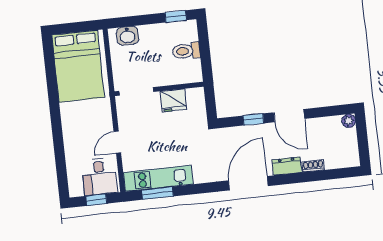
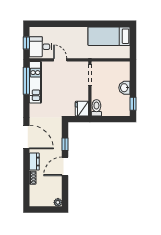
washbasin: (127, 36) -> (124, 88), moved
toilet: (186, 51) -> (96, 108), moved
bed: (78, 66) -> (109, 36), width x0.67
fridge: (173, 100) -> (82, 109), moved
window: (157, 193) -> (26, 81), width x1.44

